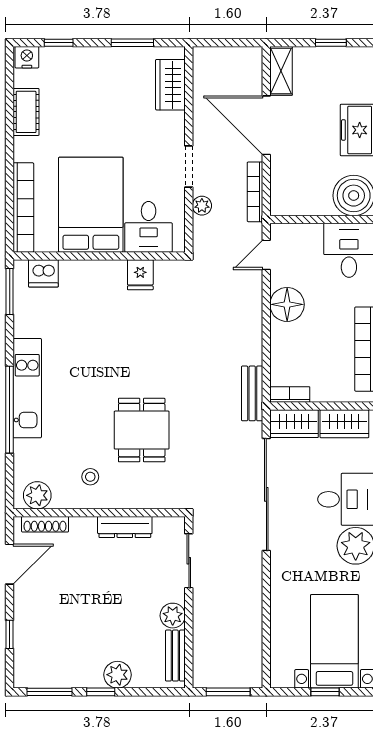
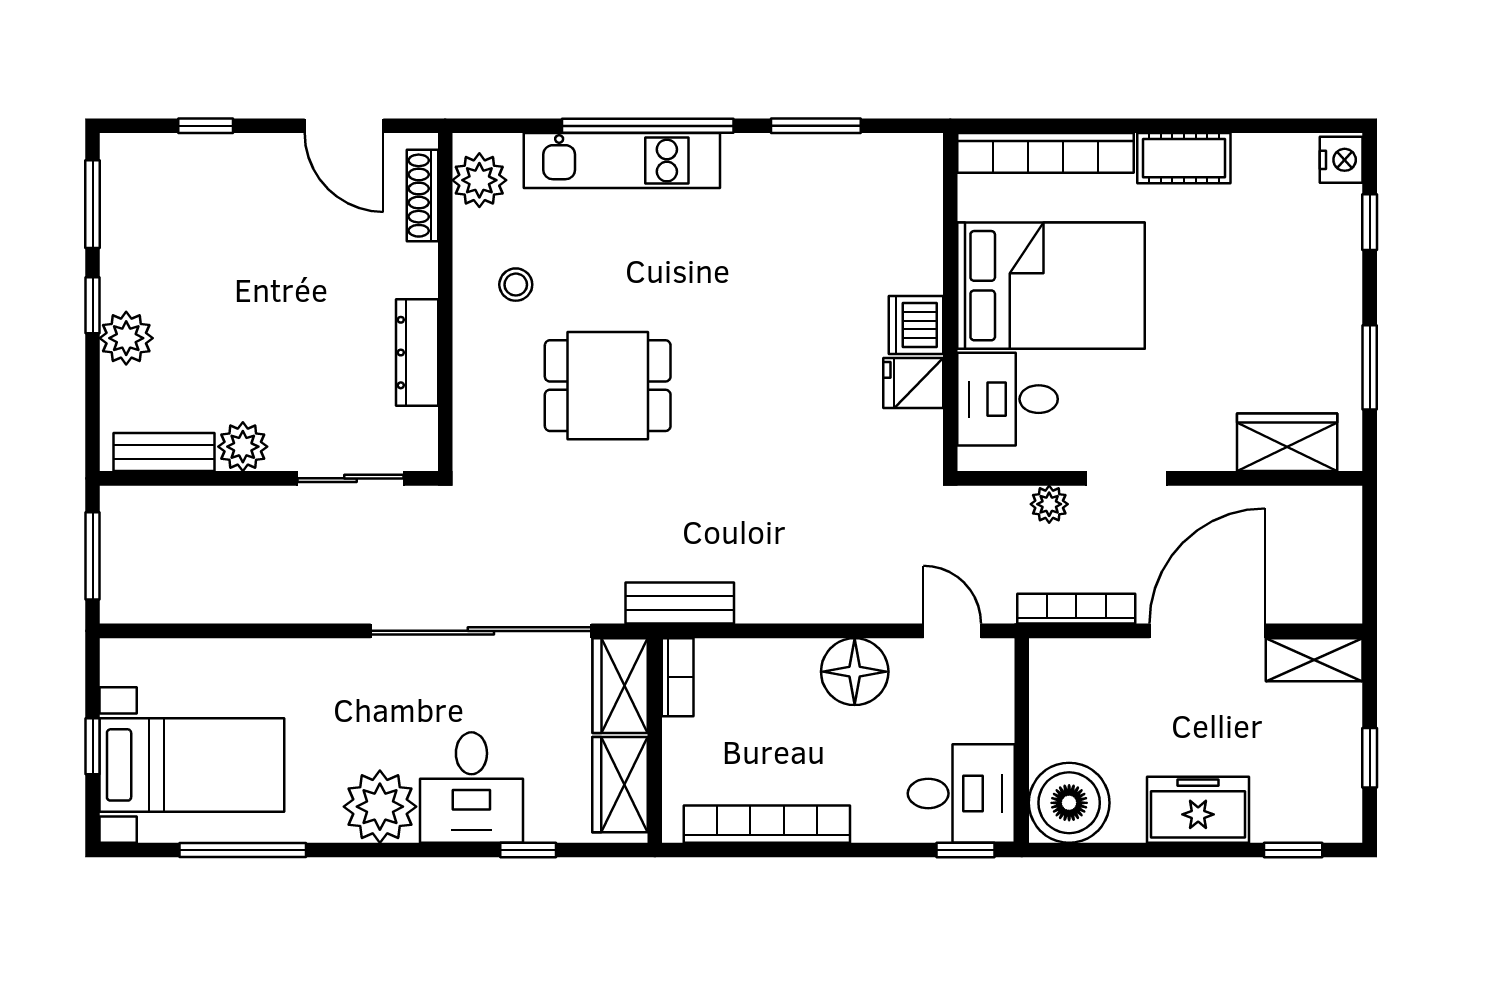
cot: (26, 112) -> (1184, 158), moved
dishwasher: (43, 273) -> (916, 325), moved
window: (10, 291) -> (816, 126), moved
kitchen unit: (27, 388) -> (622, 161), moved

